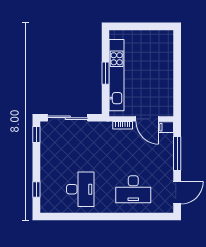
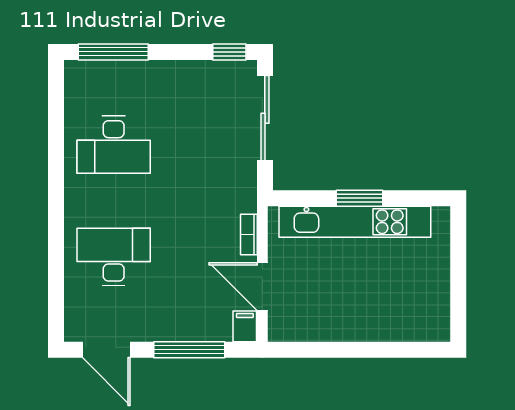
door: (147, 119) -> (262, 287), hinge flipped
window: (36, 189) -> (113, 52), width x2.17
desk: (133, 189) -> (114, 257), turned 90

